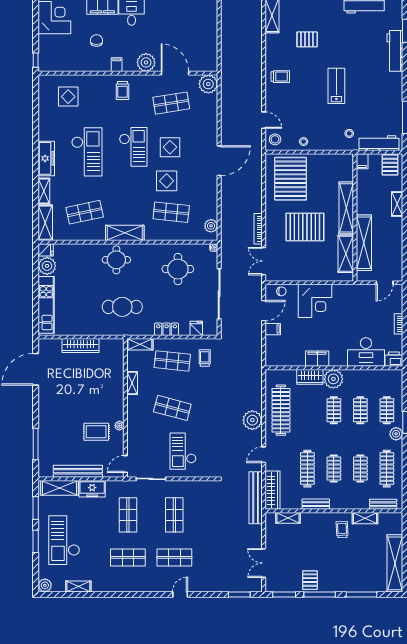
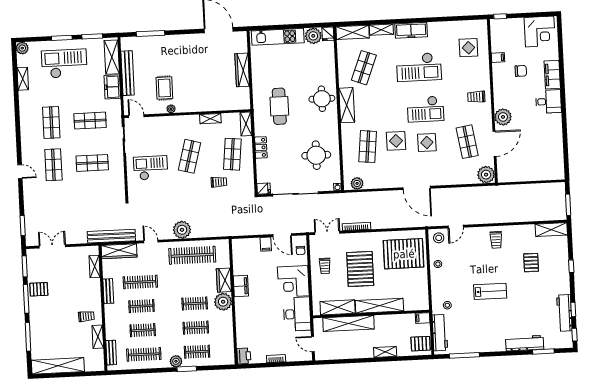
filing cabinet: (117, 65) -> (498, 58), moved
shop shelf: (85, 212) -> (364, 68), turned 33
trolley: (300, 266) -> (325, 266), added
fridge: (196, 328) -> (264, 189), moved
desk: (366, 352) -> (297, 314), moved, turned 180
trolley: (205, 358) -> (219, 182), moved

